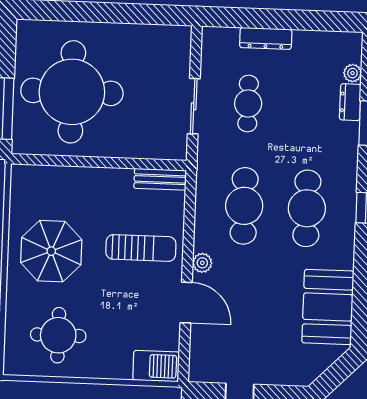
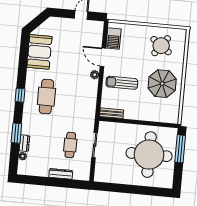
cafe table: (244, 206) -> (75, 99), removed
round table: (58, 335) -> (161, 46), turned 36
barbecue: (156, 366) -> (113, 39), moved, turned -90

